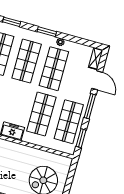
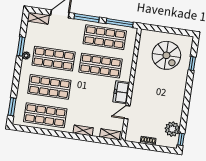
window: (47, 32) -> (21, 46), moved
window: (81, 138) -> (120, 23), width x1.44

